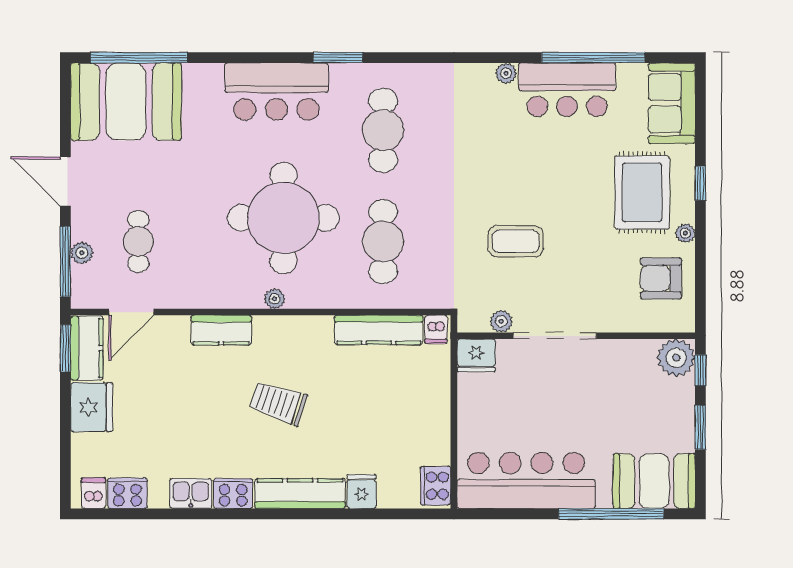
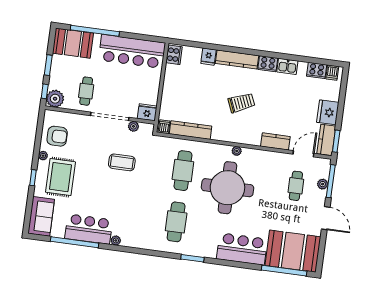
bar counter: (276, 92) -> (242, 249), moved
kitchen counter: (221, 330) -> (275, 141), moved
cafe table: (612, 383) -> (86, 91), added
trolley: (278, 403) -> (241, 103), turned -41

